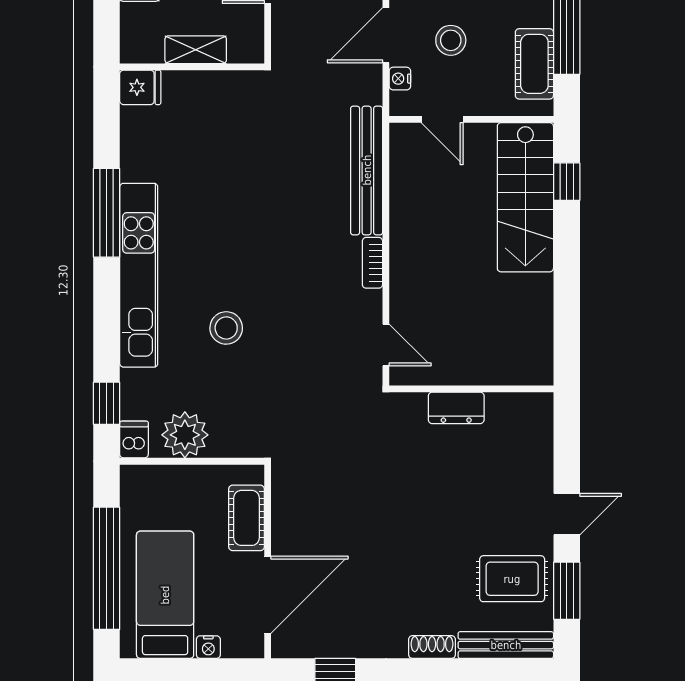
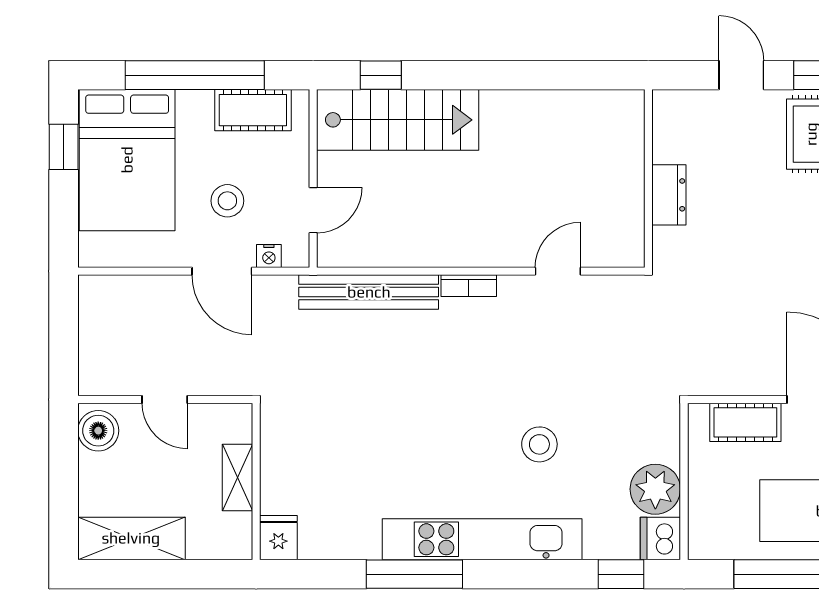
wall: (471, 389) -> (648, 178), moved
dresser: (456, 408) -> (669, 195), moved
dishwasher: (134, 440) -> (660, 539), width x1.38

